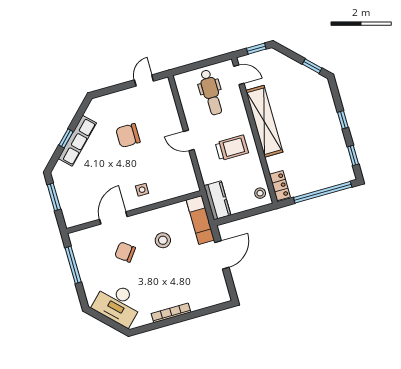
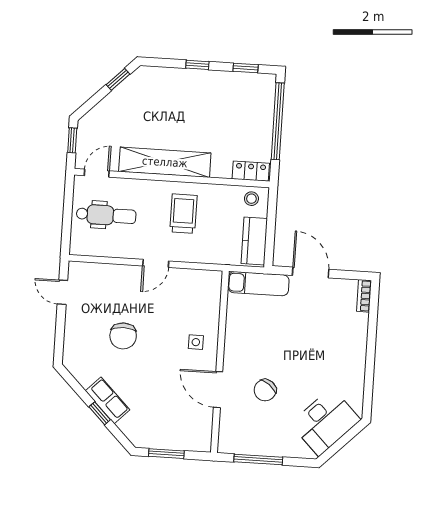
row of seats: (77, 141) -> (108, 400), width x0.68
kitchen counter: (217, 200) -> (254, 241), moved, turned -90
stool: (163, 240) -> (267, 339), removed
bookcase: (171, 313) -> (364, 296), moved, width x0.64

